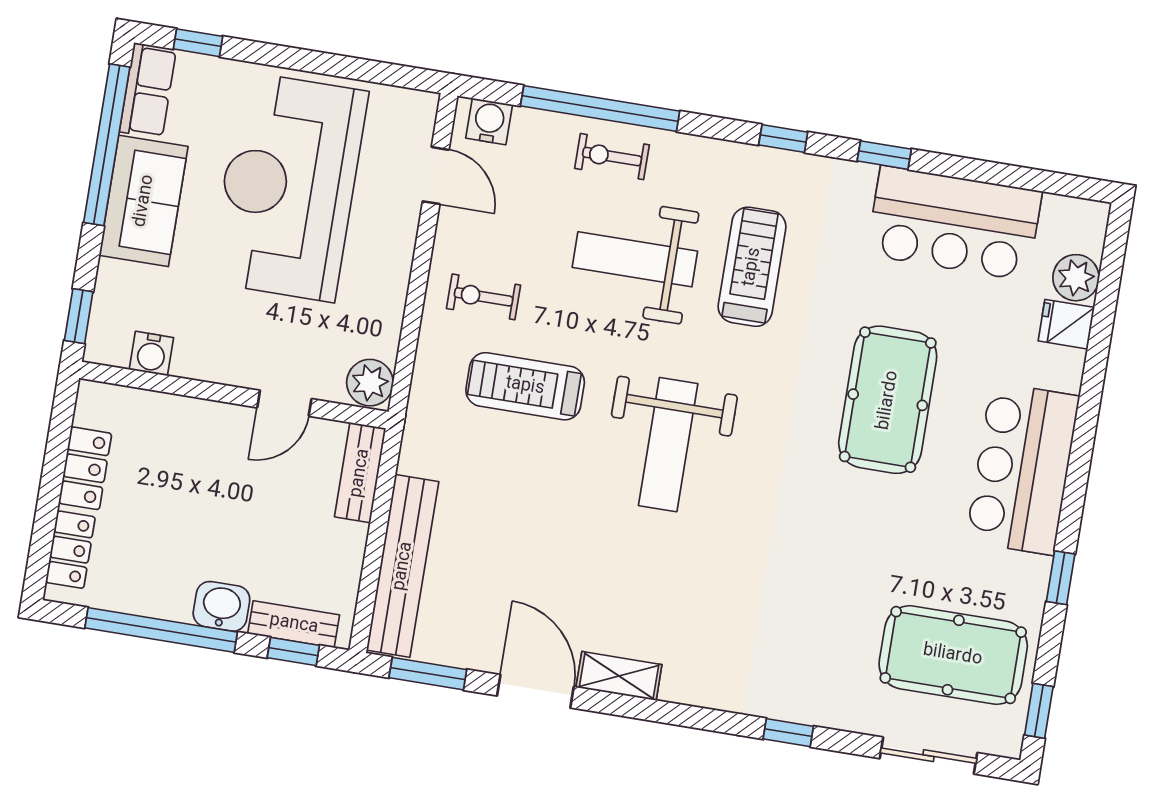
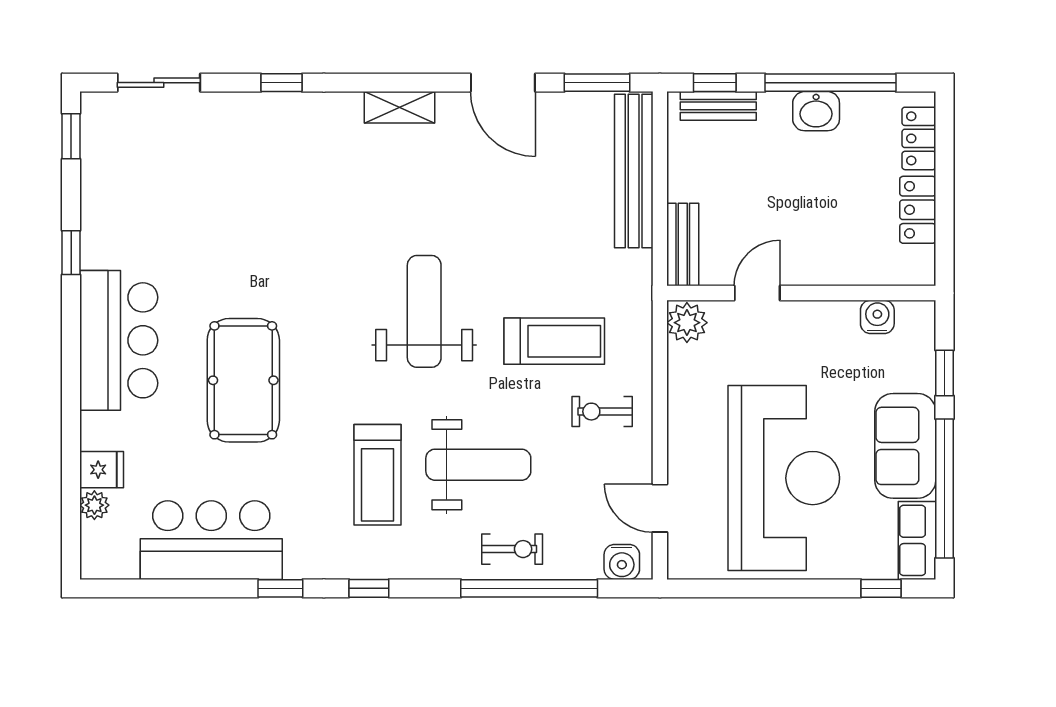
plant: (1076, 278) -> (94, 505), width x0.73, depth x0.73
exercise bike: (484, 297) -> (602, 412), turned 180
window: (79, 316) -> (945, 373), moved
washbasin: (221, 606) -> (816, 111), moved
pool table: (953, 655) -> (152, 172), removed
shelving: (619, 676) -> (400, 107), moved

